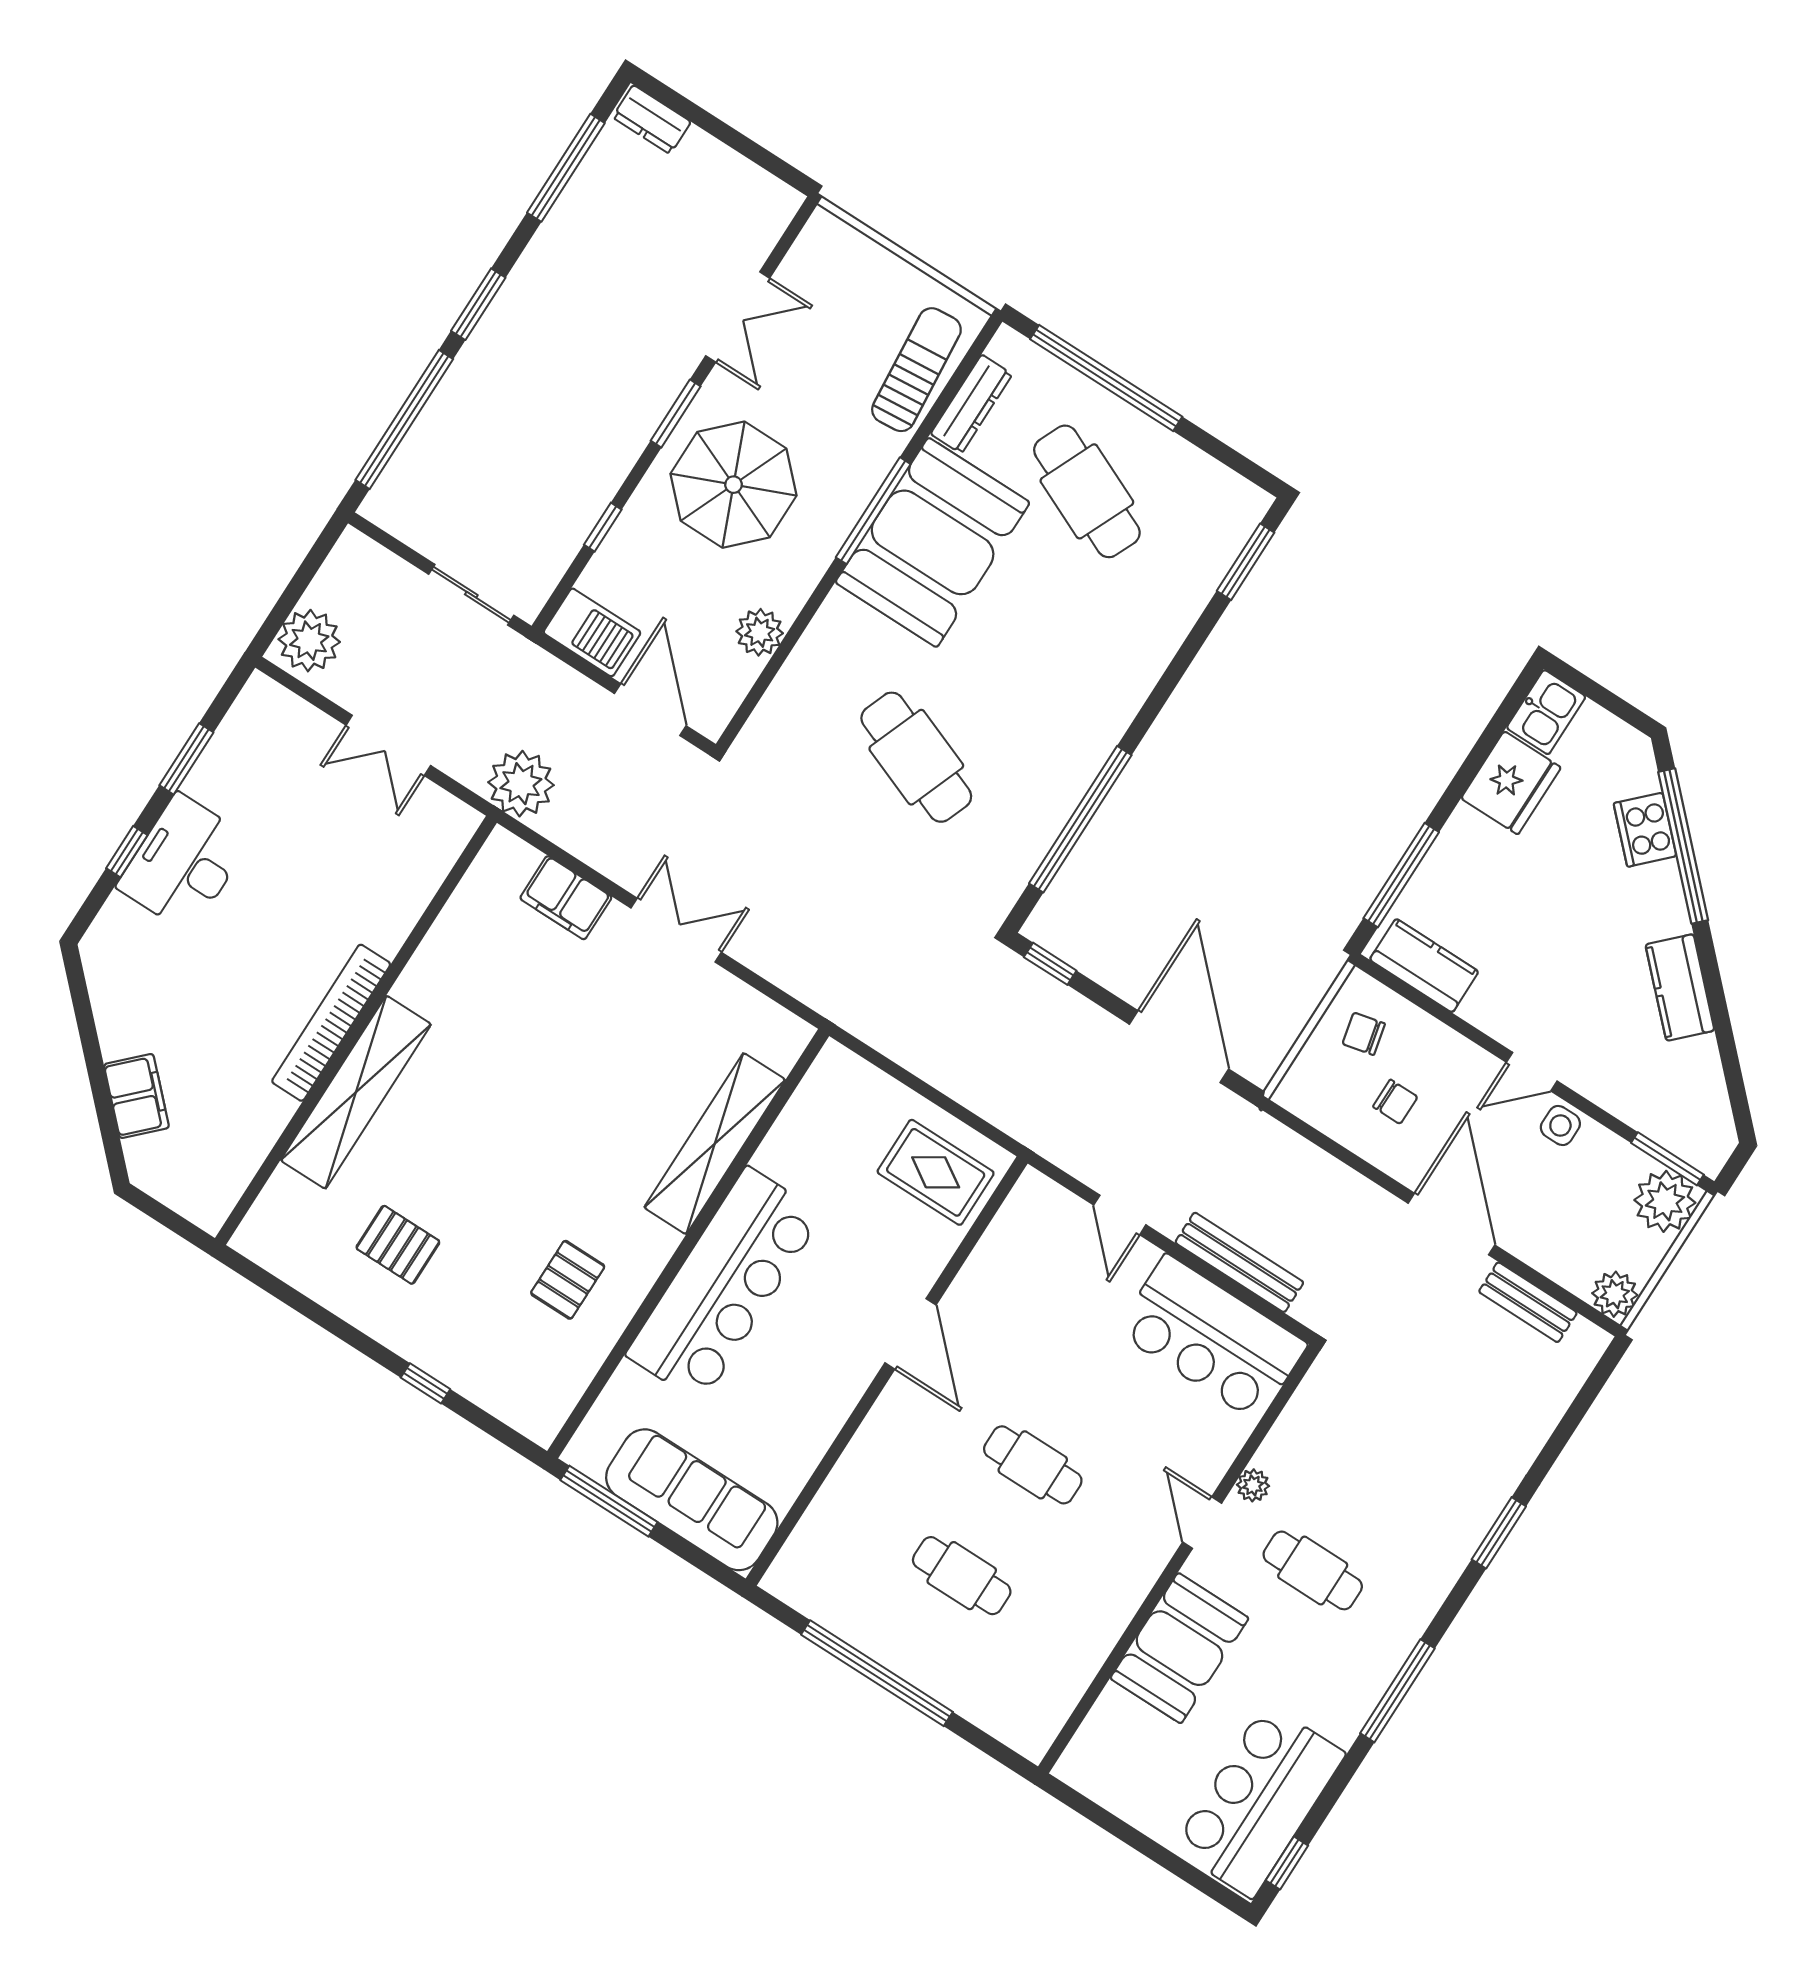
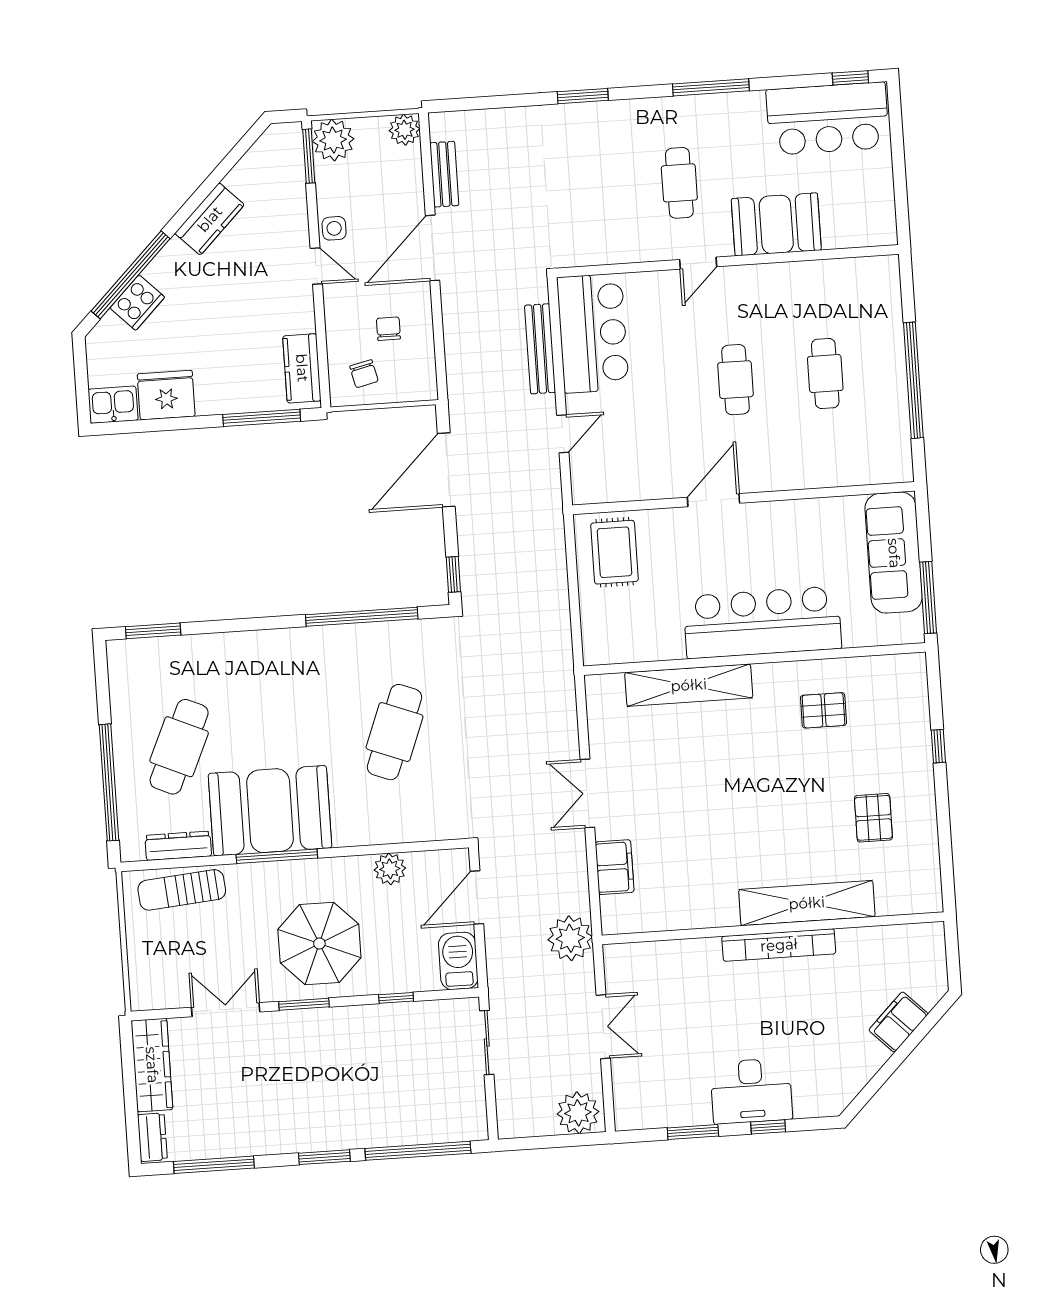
wardrobe: (737, 182) -> (152, 1065), added
plant: (1253, 1485) -> (657, 250), removed

